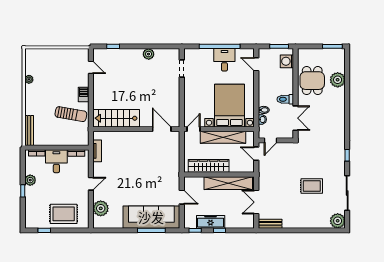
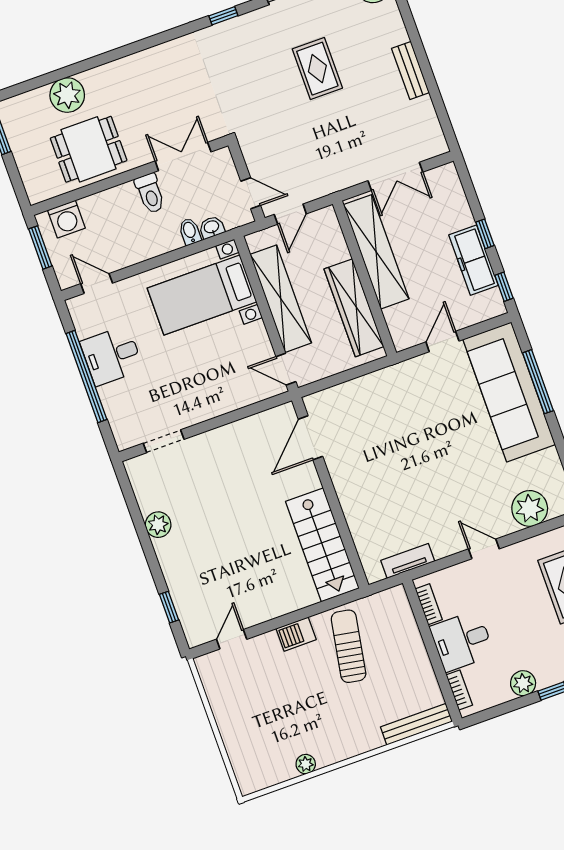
door: (256, 64) -> (97, 283), swing flipped
bed with nightstands: (229, 106) -> (202, 295), width x0.73
bench: (270, 224) -> (410, 71), moved

